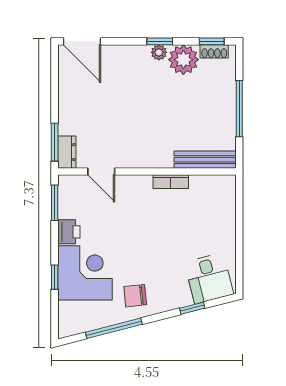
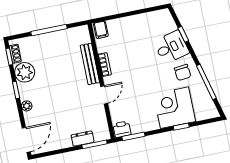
plant: (159, 52) -> (27, 106), moved
dresser: (67, 152) -> (83, 139), moved
bench: (205, 160) -> (90, 64), moved
door: (101, 171) -> (104, 95), moved
filing cabinet: (224, 186) -> (101, 30), added
printer: (69, 232) -> (122, 129), moved
desk: (209, 278) -> (171, 47), moved

